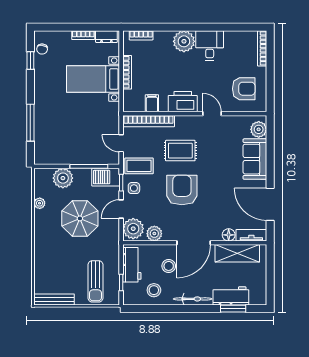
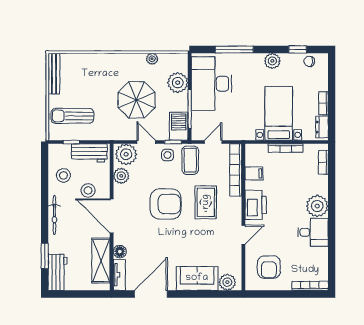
plant: (42, 85) -> (272, 61), added
desk: (64, 145) -> (212, 84), added
workbench: (231, 296) -> (58, 272), moved

